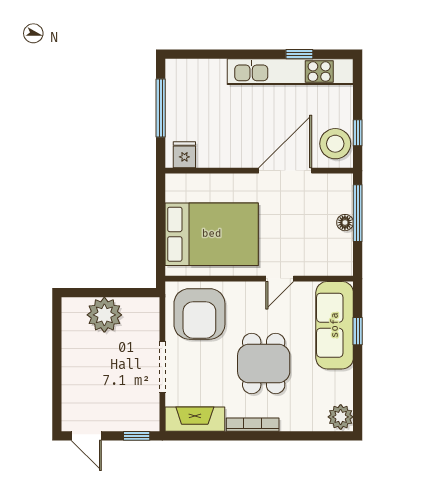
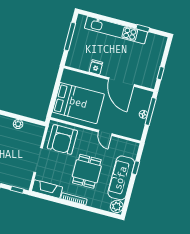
kitchen unit: (290, 72) -> (116, 30), moved
stool: (335, 144) -> (149, 75), removed
fridge: (184, 155) -> (96, 67), moved
door: (285, 171) -> (121, 82), swing flipped
door: (280, 279) -> (105, 133), hinge flipped
plant: (104, 315) -> (18, 124), width x0.53, depth x0.53
sofa: (335, 325) -> (121, 178), moved

